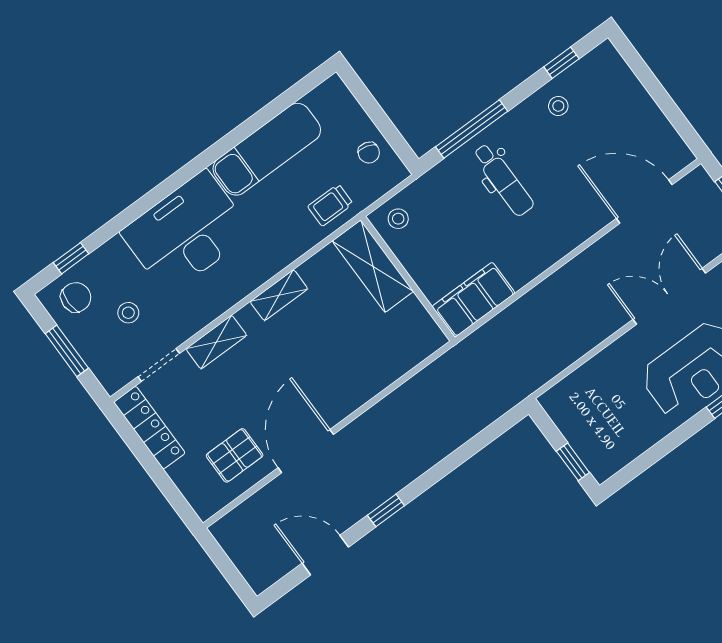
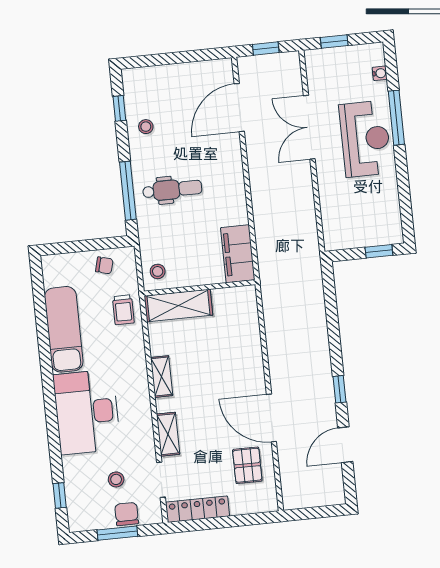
chair: (76, 297) -> (127, 514), moved

